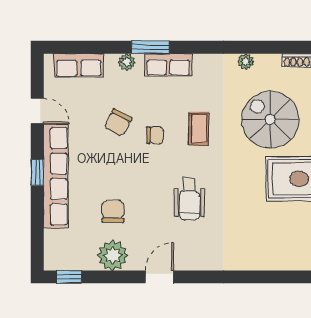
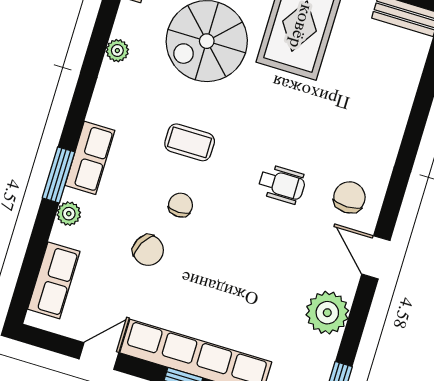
wheelchair: (189, 199) -> (282, 184), width x0.73, depth x0.73
chair: (113, 212) -> (349, 197), moved, turned 90

